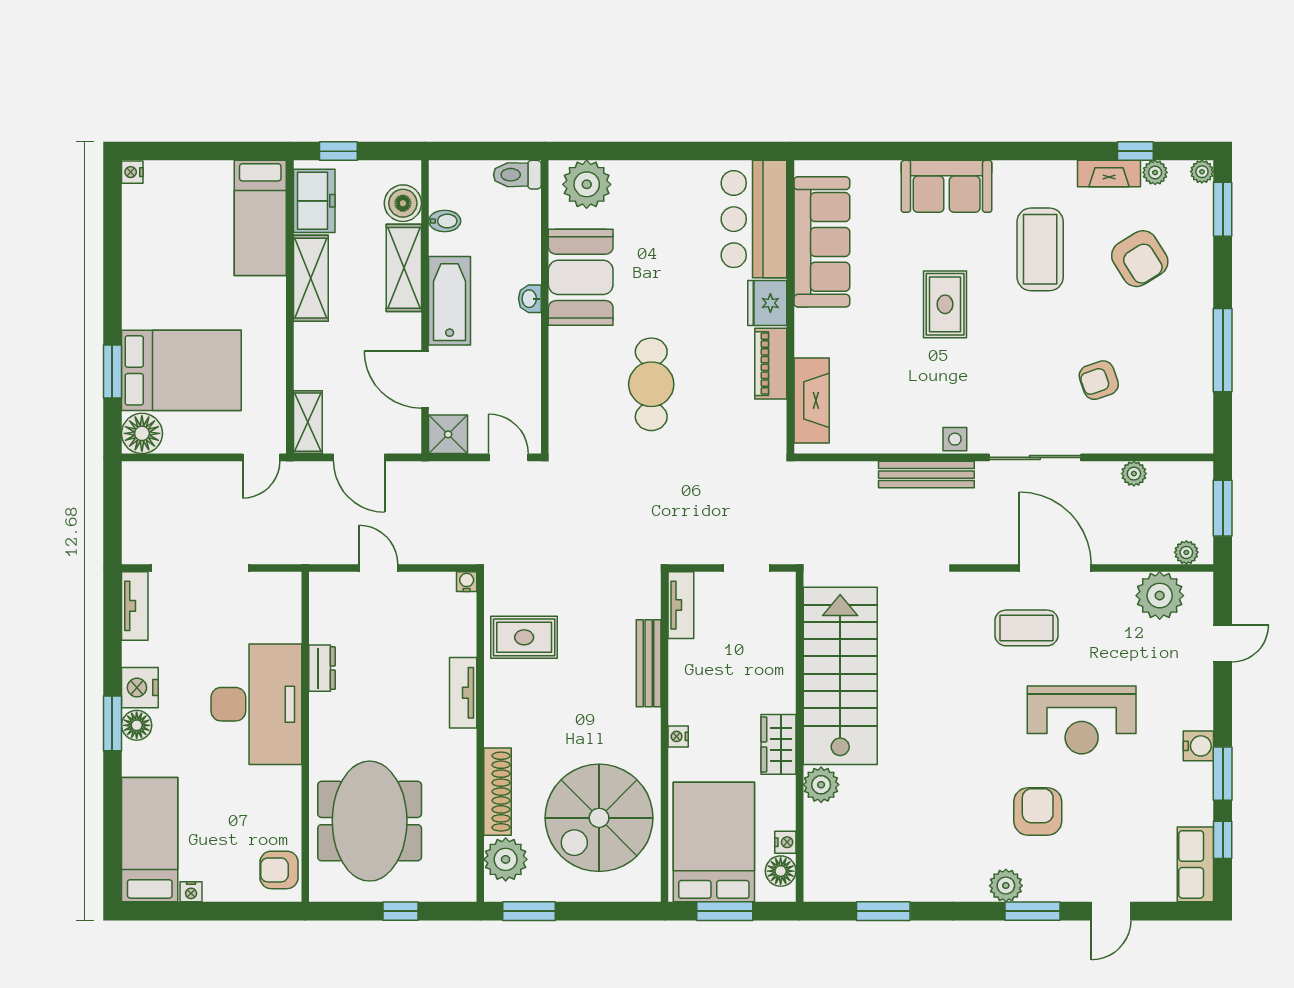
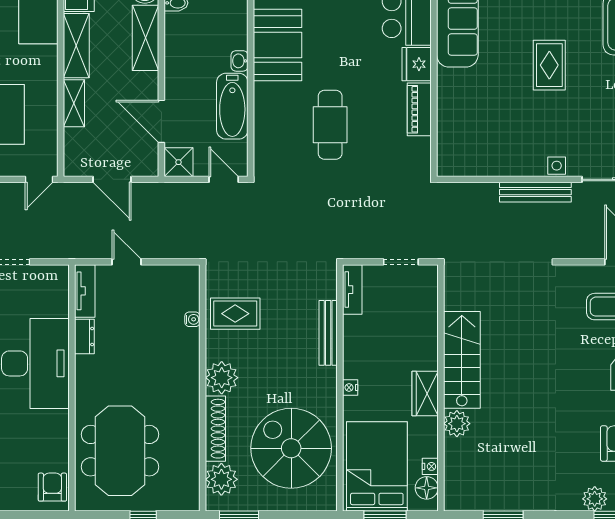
bathtub: (450, 301) -> (232, 106), moved, turned 180
fireplace: (812, 400) -> (450, 137), removed
shelving: (308, 422) -> (74, 103), moved
water cooler: (467, 582) -> (192, 319), moved, turned 90
stairs: (840, 676) -> (462, 360), width x0.73, depth x0.66
tv unit: (463, 693) -> (85, 291), moved, turned 180
plant: (506, 723) -> (222, 378), added
spiral stairs: (599, 818) -> (291, 448), turned 90
armchair: (279, 870) -> (52, 487), turned 90

